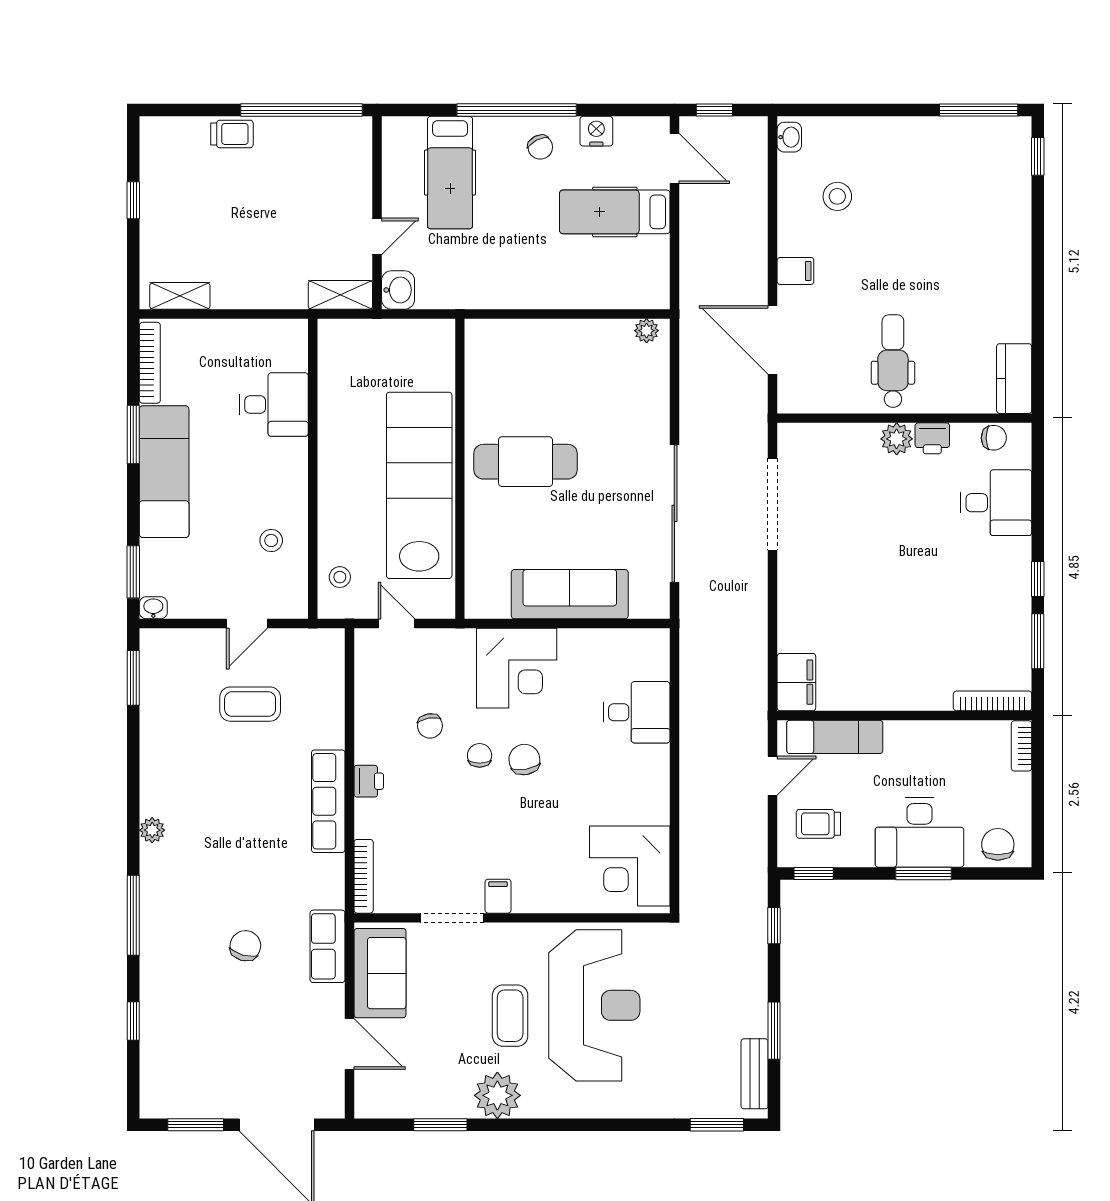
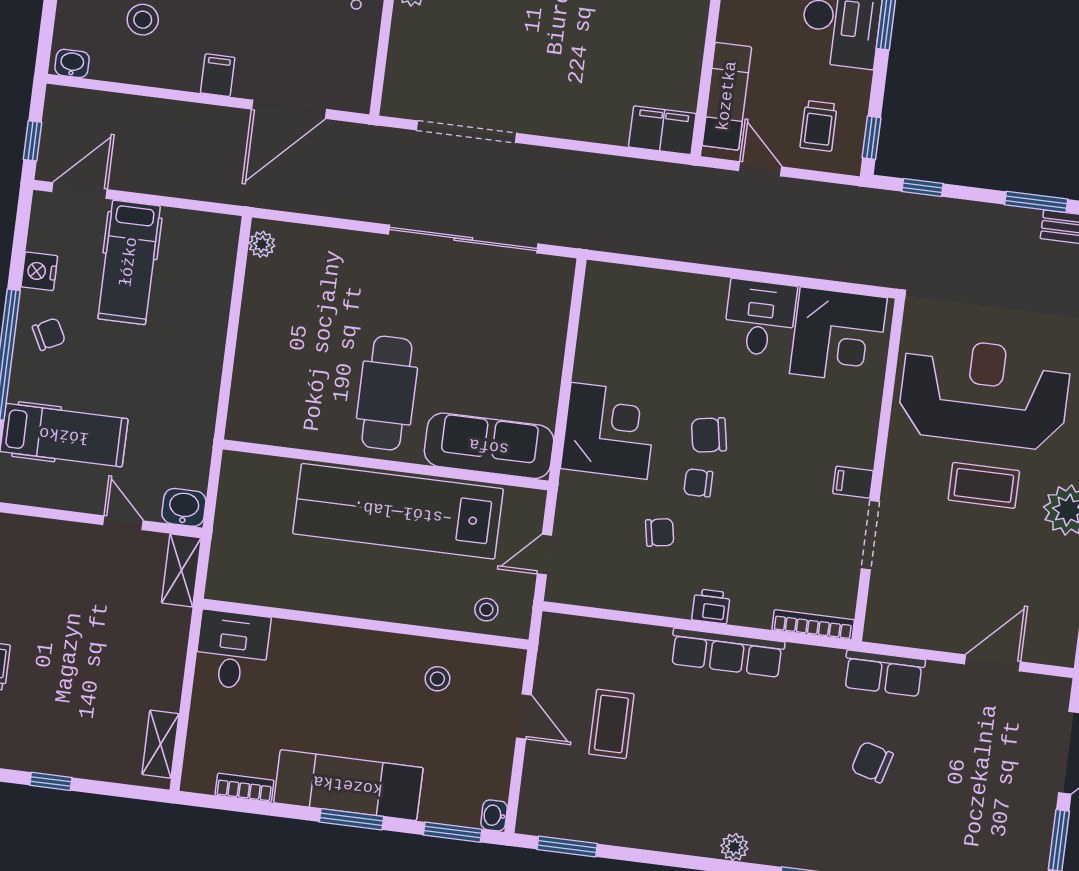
bookcase: (150, 363) -> (244, 788), width x0.64
desk: (274, 405) -> (232, 650), moved
window: (133, 435) -> (351, 819), moved
sofa: (570, 594) -> (489, 446), moved, turned 90
desk: (637, 712) -> (760, 318), moved
sofa: (380, 973) -> (920, 620), removed

